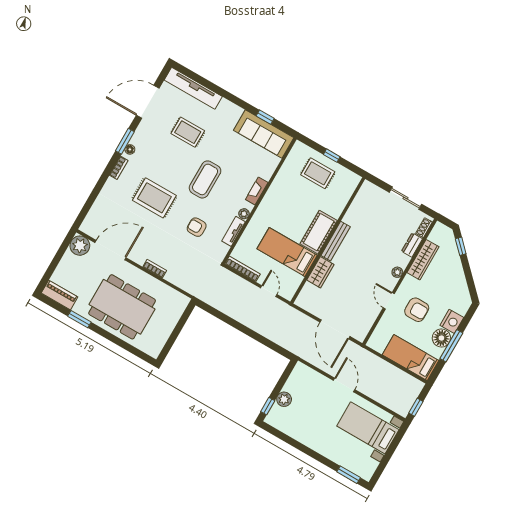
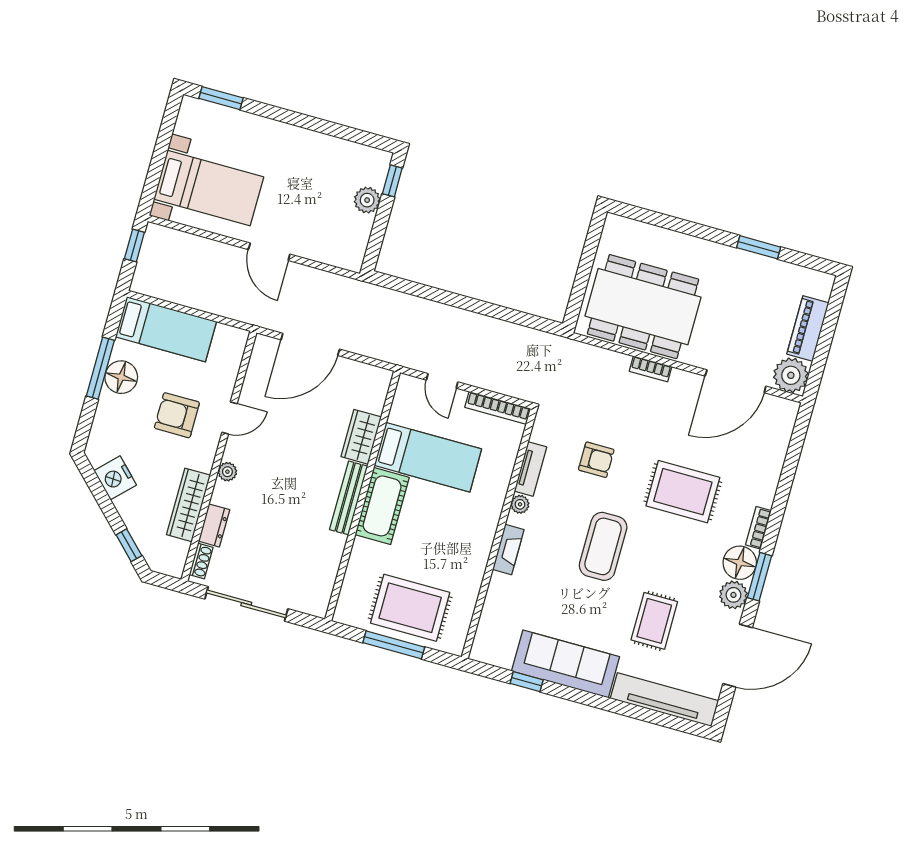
rug: (188, 132) -> (654, 621), turned 90
sofa: (264, 134) -> (566, 664), moved
plant: (141, 135) -> (733, 595), added
floor lamp: (130, 149) -> (740, 563), width x1.89, depth x1.89
window: (332, 156) -> (394, 645), width x2.17
rug: (318, 173) -> (410, 608), width x1.36, depth x1.43
sliding door: (406, 198) -> (246, 604), width x1.37
piano: (60, 295) -> (808, 328), moved, turned 90
door: (389, 301) -> (229, 418), hinge flipped
dining table: (122, 307) -> (643, 307), moved
nightstand: (452, 321) -> (115, 478), moved, turned -45
door: (335, 329) -> (310, 344), swing flipped

